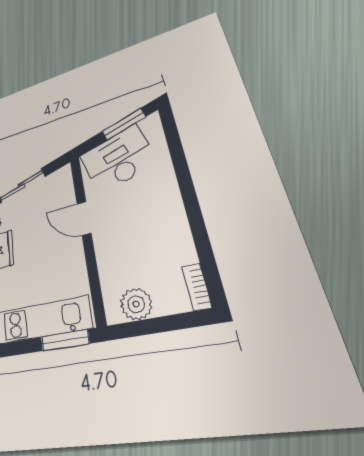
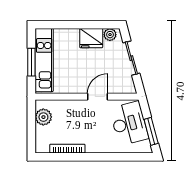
bookcase: (197, 287) -> (67, 149), moved, width x1.56
window: (65, 340) -> (31, 62), moved

